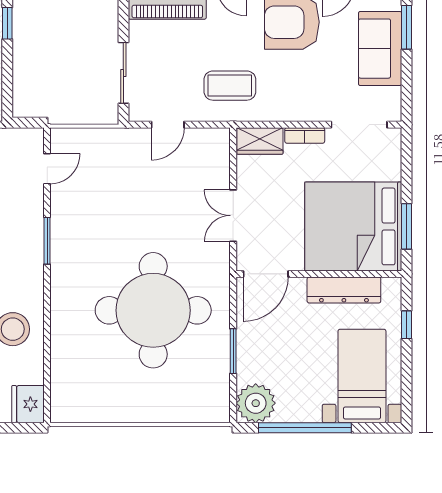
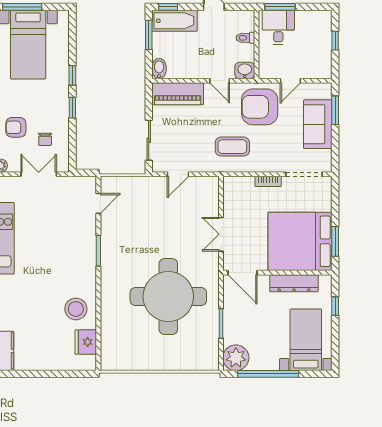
coffee table: (230, 86) -> (232, 147), moved
wardrobe: (260, 141) -> (239, 185), removed
door: (266, 274) -> (242, 273), hinge flipped
fridge: (28, 404) -> (86, 342), moved

